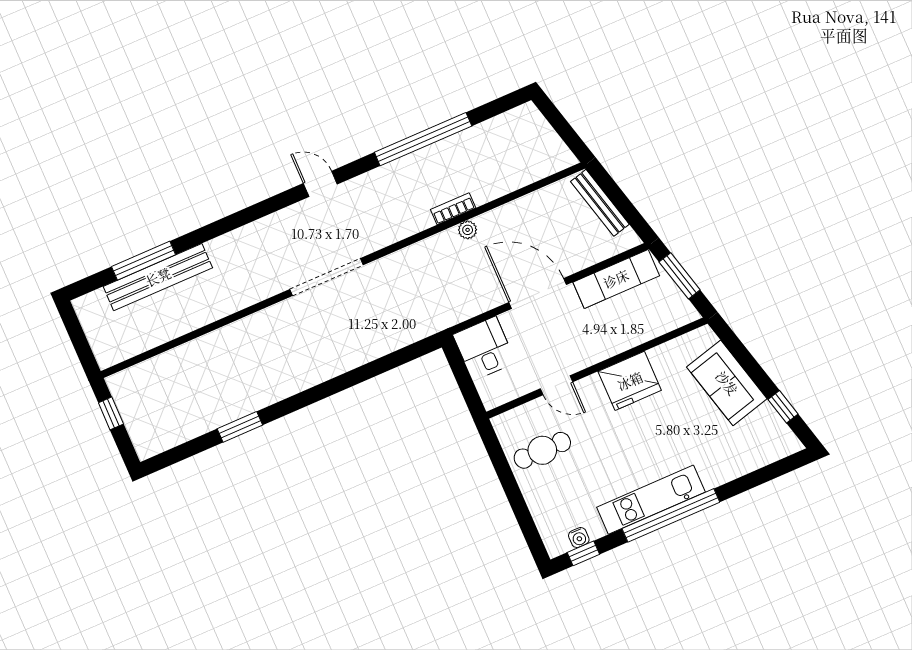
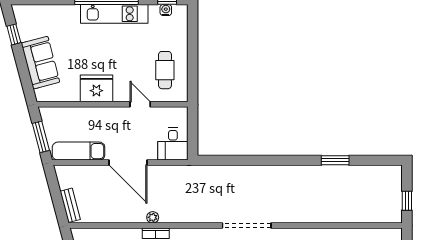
bench: (600, 203) -> (70, 205), width x0.73
cafe table: (542, 450) -> (165, 70), turned 90

